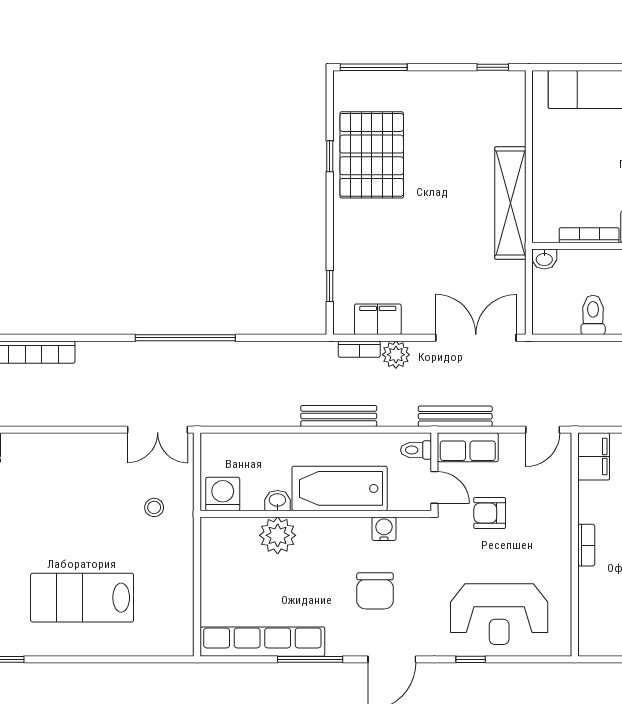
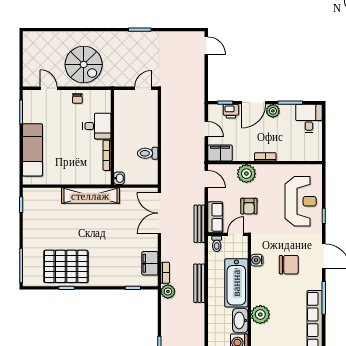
plant: (396, 355) -> (168, 292), moved
washbasin: (277, 501) -> (240, 320), width x1.91, depth x1.45
plant: (553, 508) -> (246, 174), added

